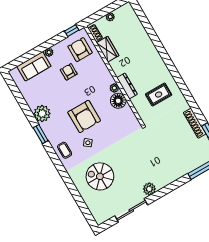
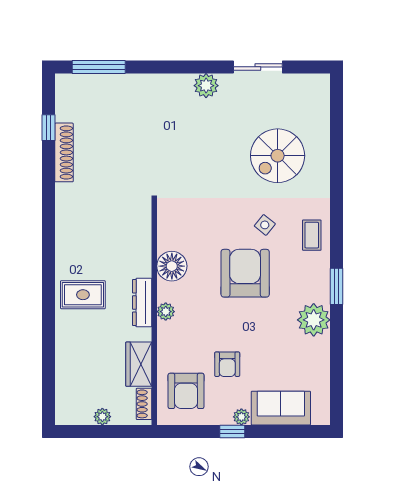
window: (72, 31) -> (232, 431), moved
dresser: (127, 86) -> (142, 303), moved
plant: (114, 88) -> (166, 312), moved
rug: (159, 95) -> (83, 295), moved
spiral stairs: (100, 176) -> (278, 156), turned 90
sliding door: (131, 210) -> (258, 67), width x0.73

